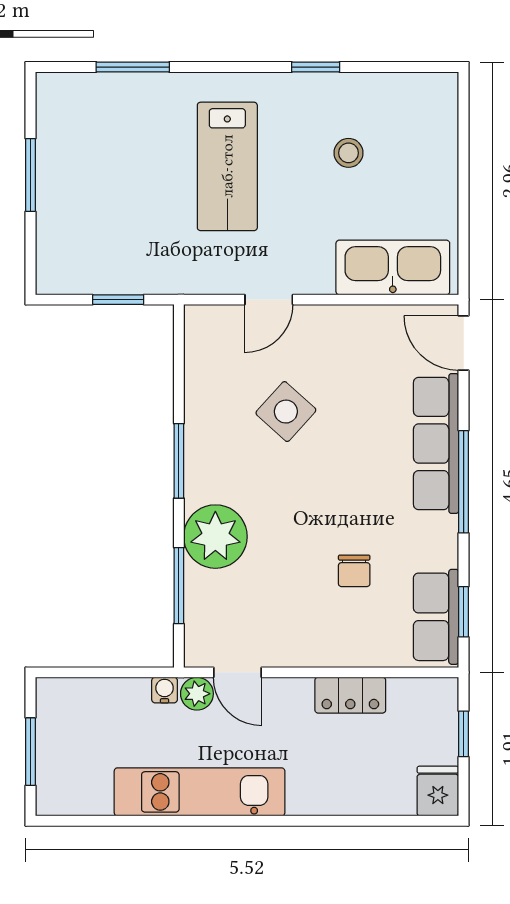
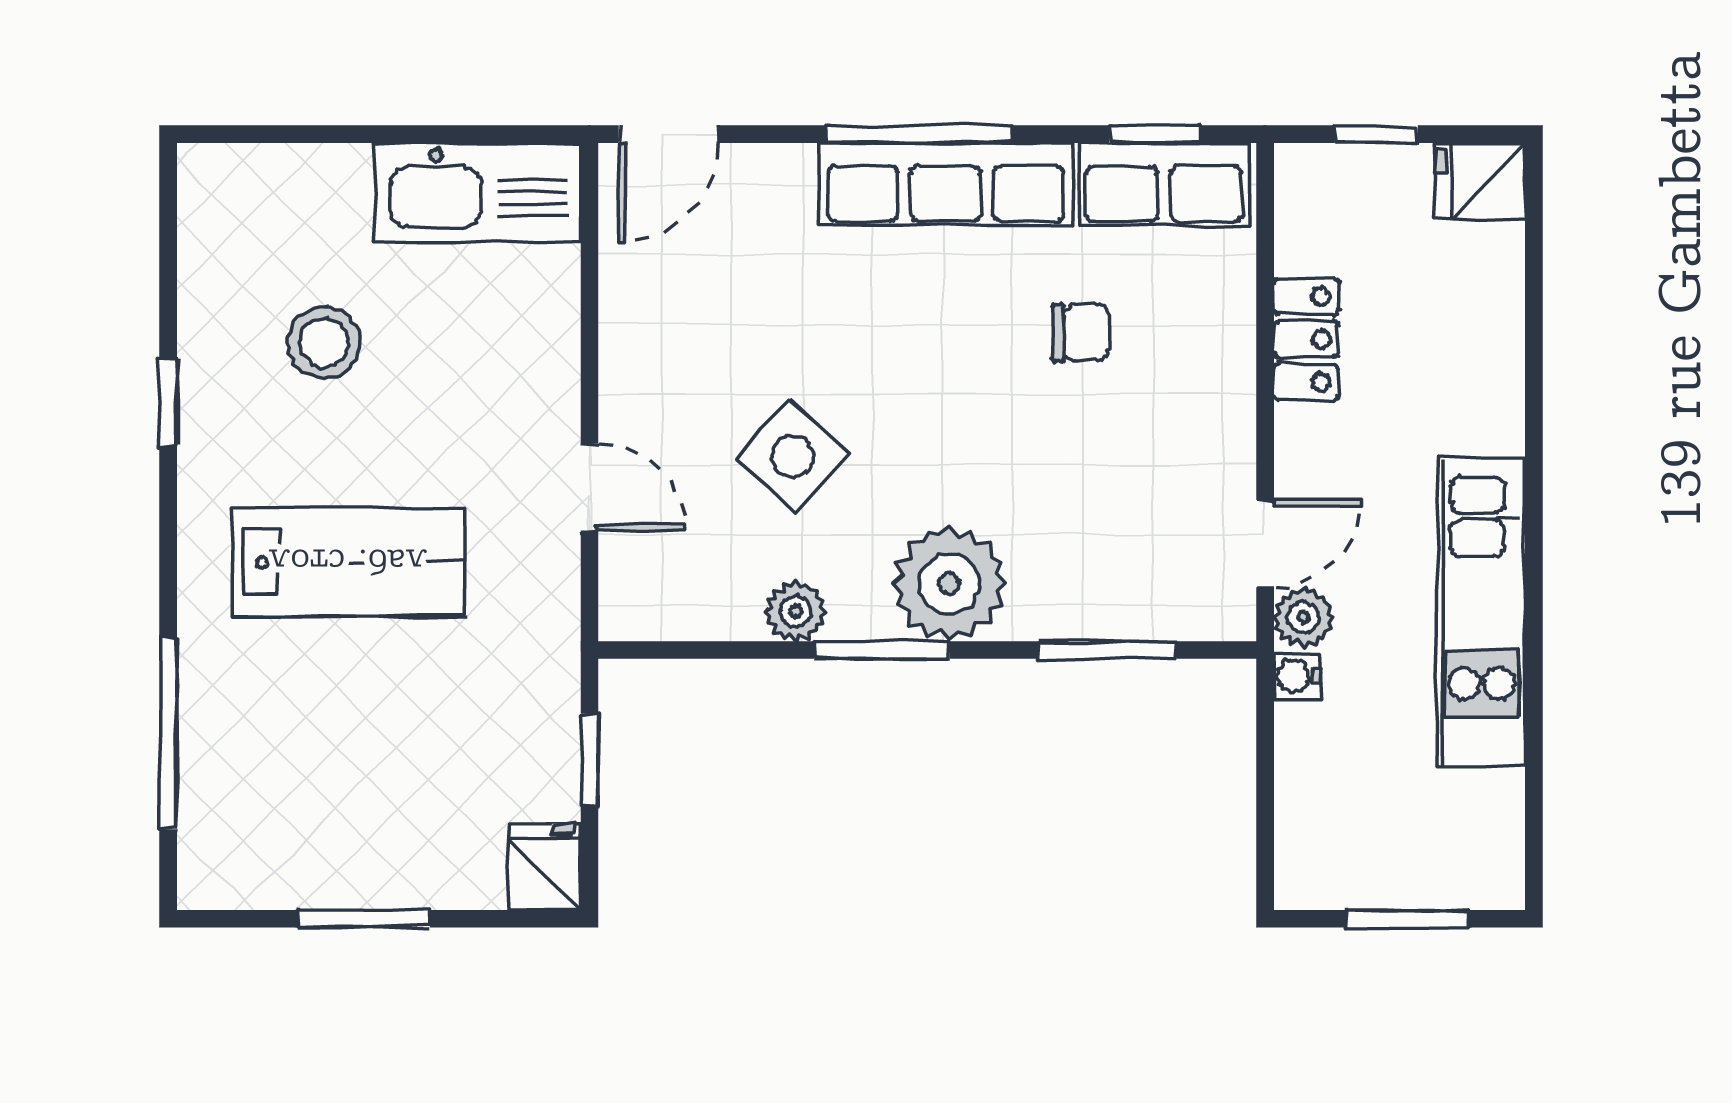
window: (133, 67) -> (168, 734), width x1.44
stool: (349, 153) -> (324, 343), width x1.37, depth x1.37
kitchen sink: (393, 267) -> (477, 192), moved, turned -90
fridge: (59, 275) -> (545, 867), added
plant: (200, 413) -> (796, 611), added
row of seats: (436, 443) -> (946, 184), moved
plant: (215, 537) -> (949, 584), moved

